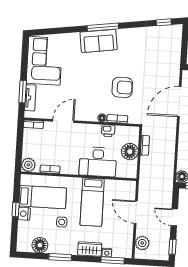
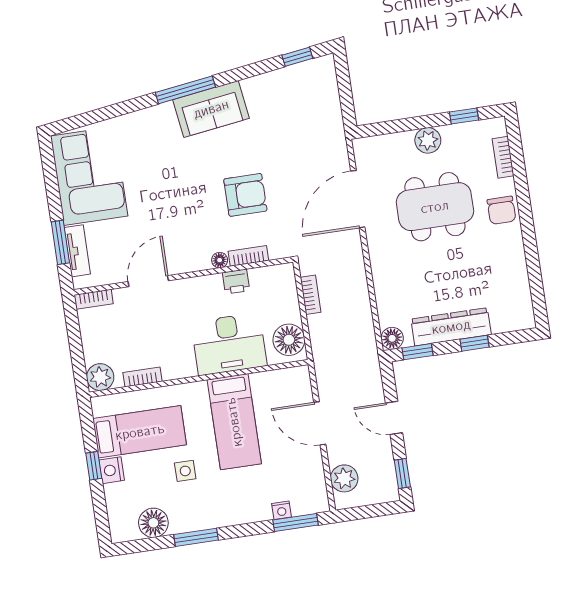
sofa: (99, 41) -> (211, 109), moved
floor lamp: (130, 152) -> (289, 340), moved
wardrobe: (90, 249) -> (248, 510), removed

